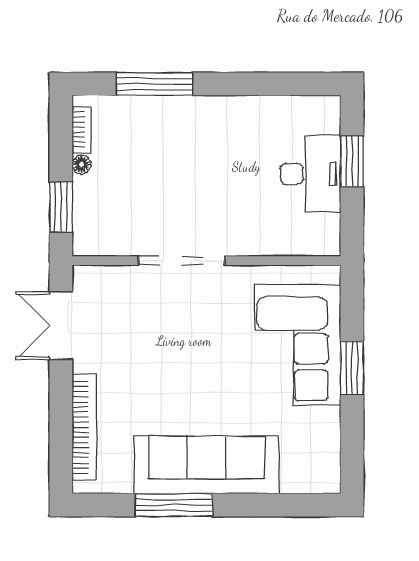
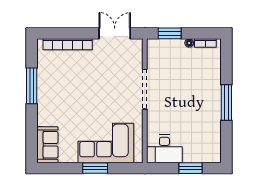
window: (154, 84) -> (226, 103), moved
desk: (311, 174) -> (164, 149), moved
sofa: (207, 465) -> (47, 145), moved, width x0.54, depth x0.79

